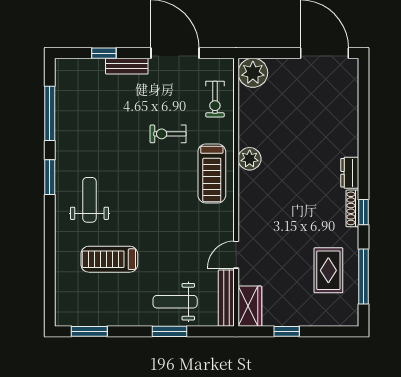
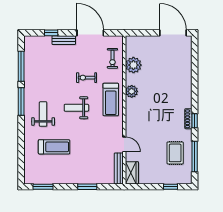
plant: (253, 73) -> (133, 65), moved
dresser: (350, 173) -> (187, 99), removed
window: (50, 177) -> (21, 102), width x1.44
door: (236, 255) -> (124, 144), swing flipped
treadmill: (109, 259) -> (54, 147), turned 180
weight bench: (175, 302) -> (76, 108), moved
window: (287, 331) -> (170, 187), moved

